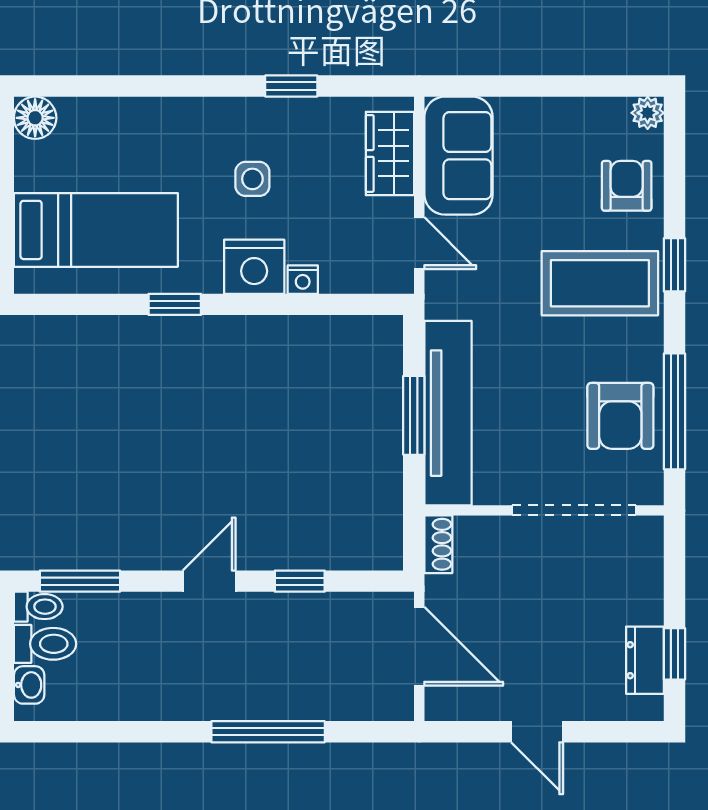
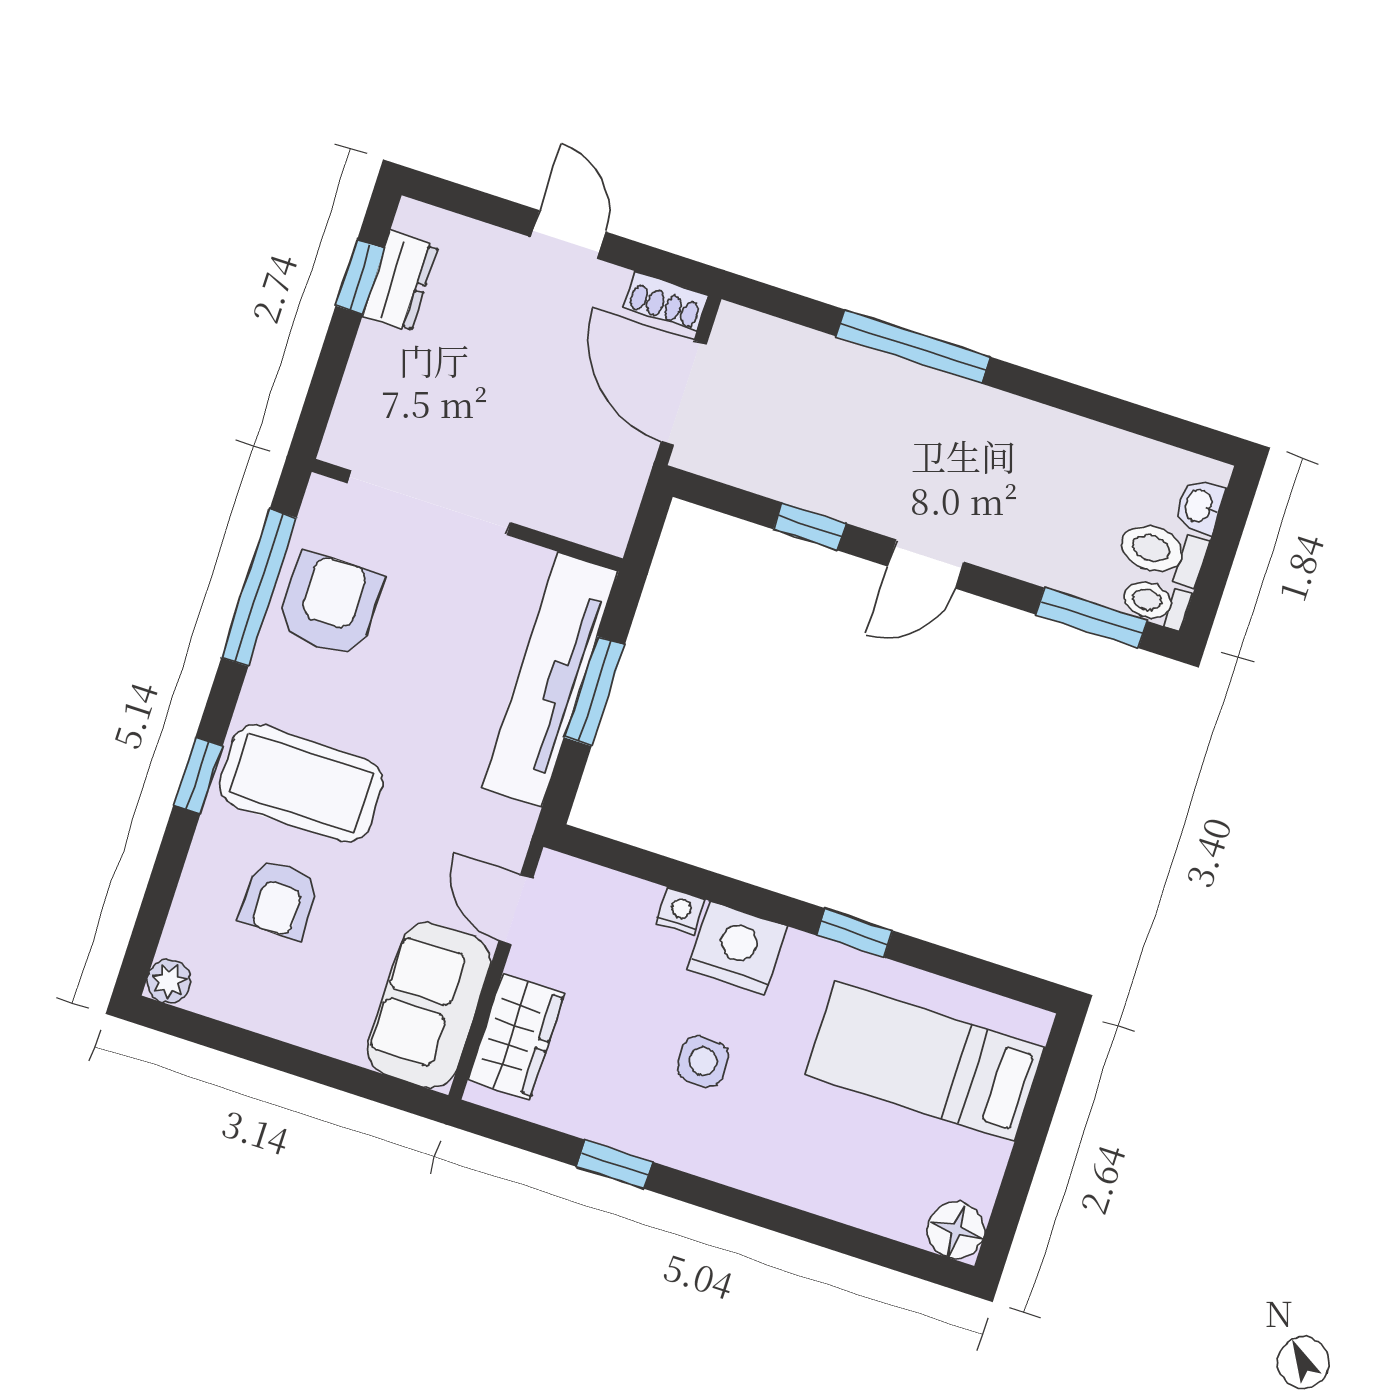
armchair: (627, 186) -> (280, 899), moved
shoe rack: (438, 544) -> (666, 301), moved, turned -90

